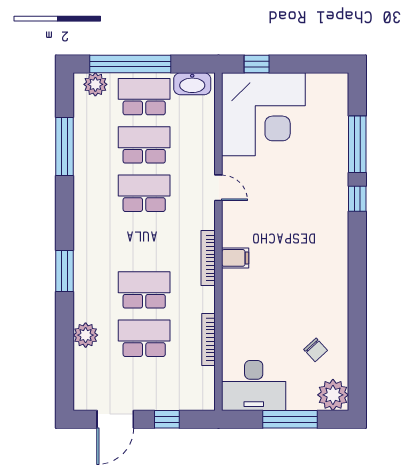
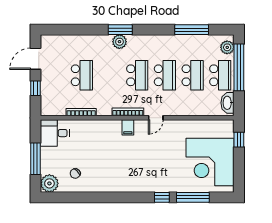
corner desk: (263, 114) -> (210, 162), moved
door: (218, 188) -> (156, 118), moved
school desk: (144, 290) -> (137, 75), moved
plant: (86, 335) -> (119, 42), moved
desk: (254, 385) -> (55, 133), width x0.73
door: (115, 419) -> (36, 59), hinge flipped

